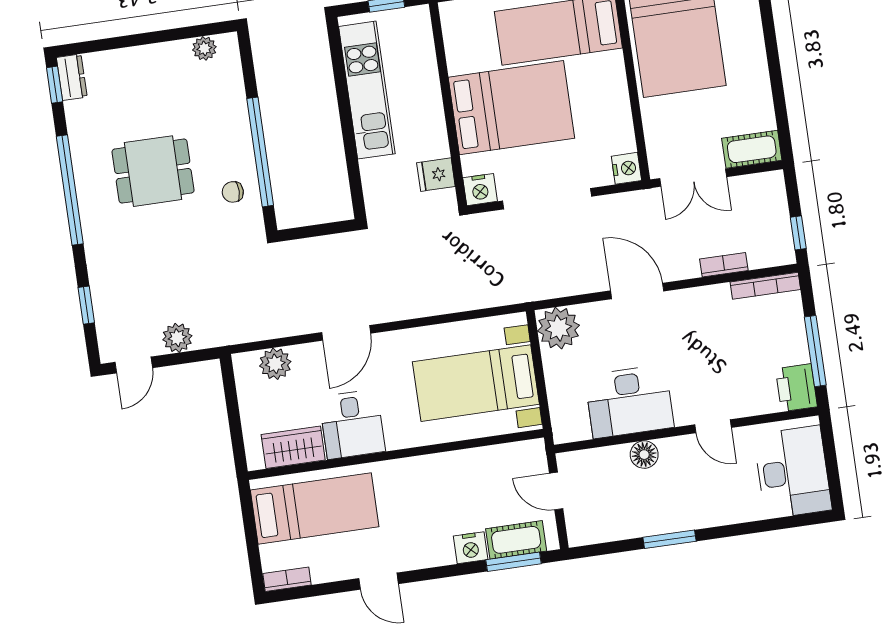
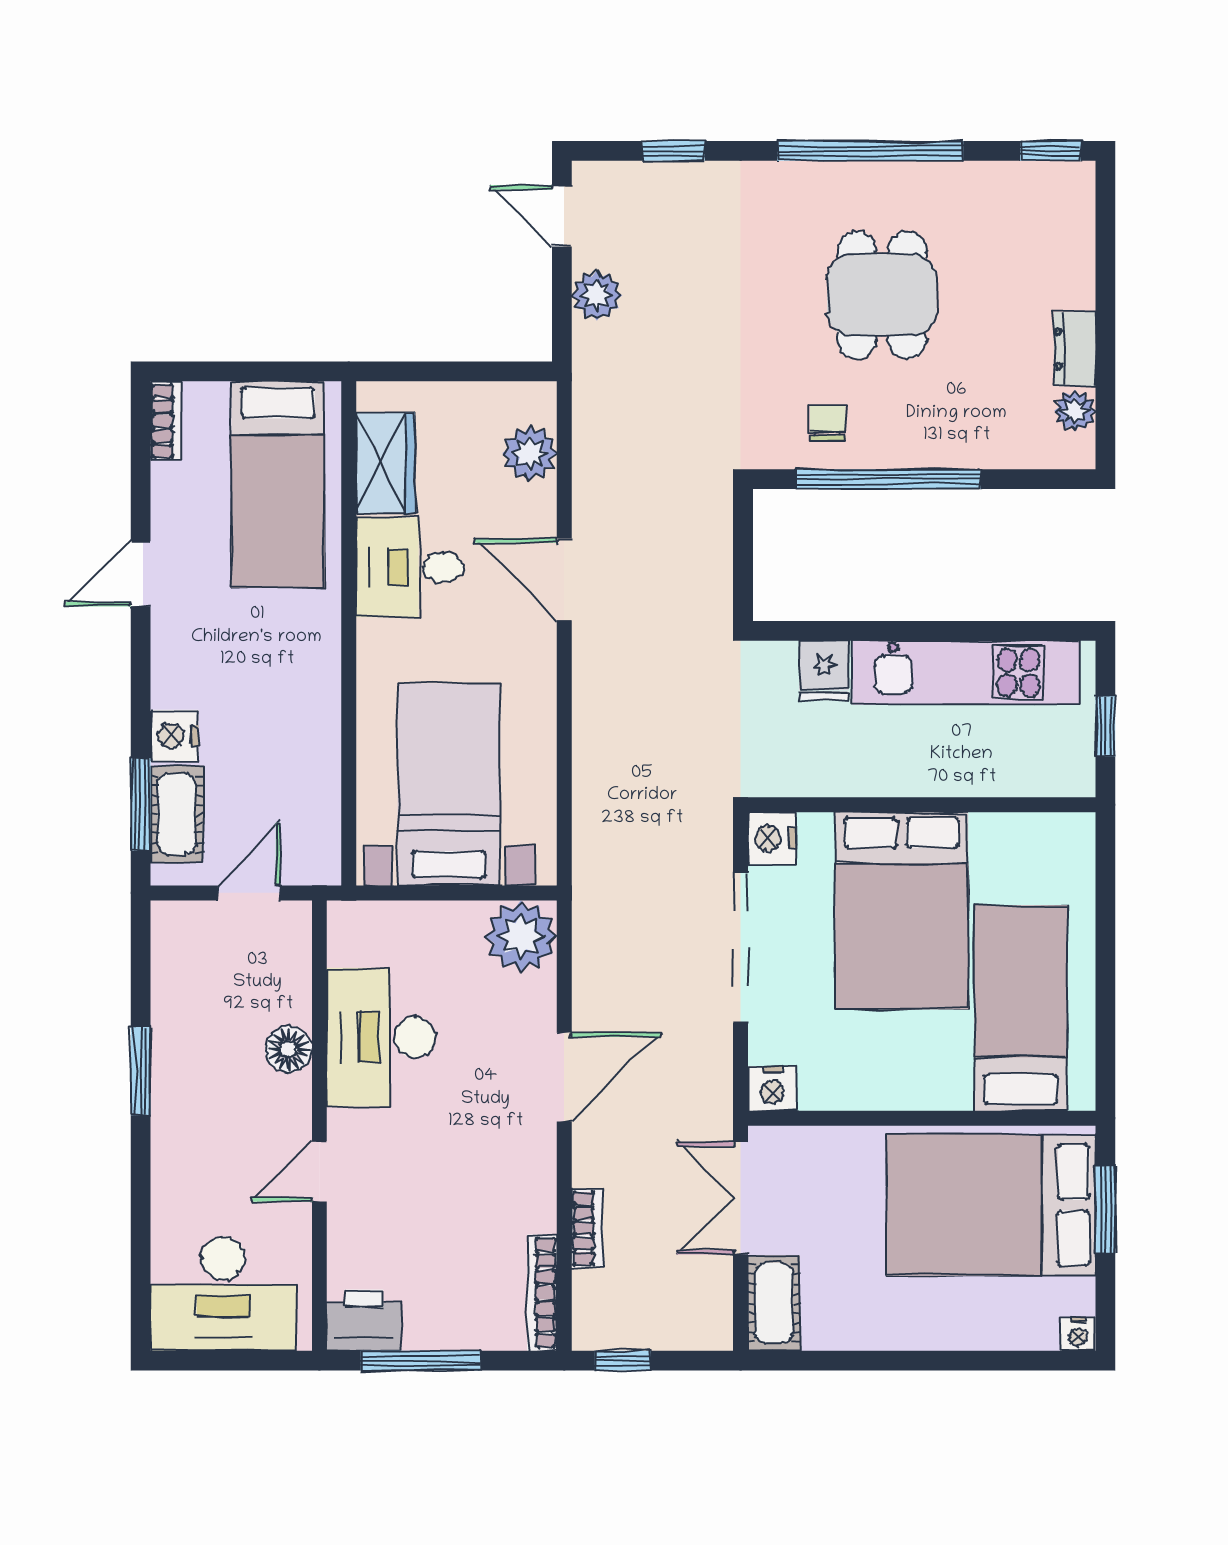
dresser: (72, 77) -> (1075, 349), moved, turned 90
fridge: (436, 175) -> (824, 670), moved, turned 180

